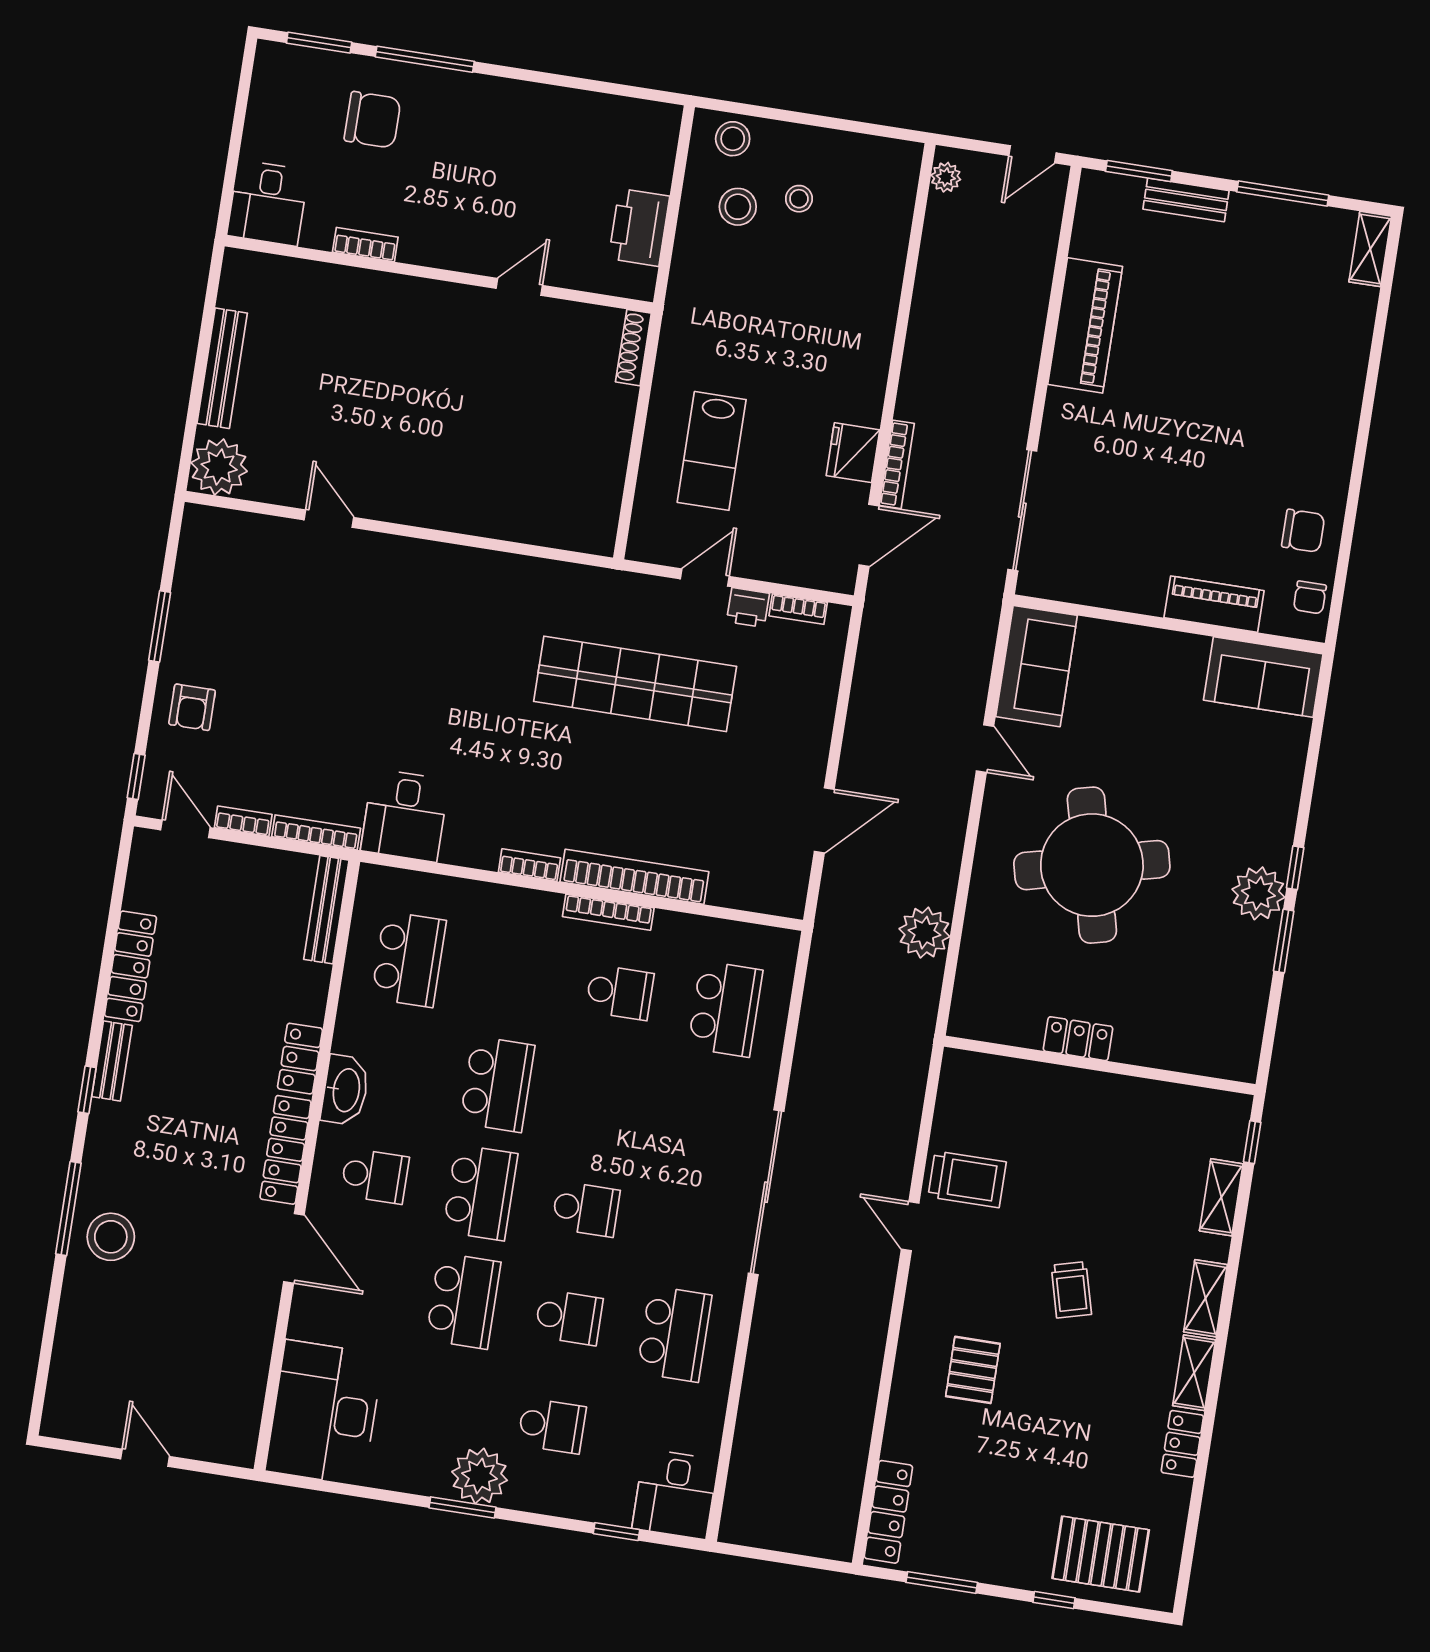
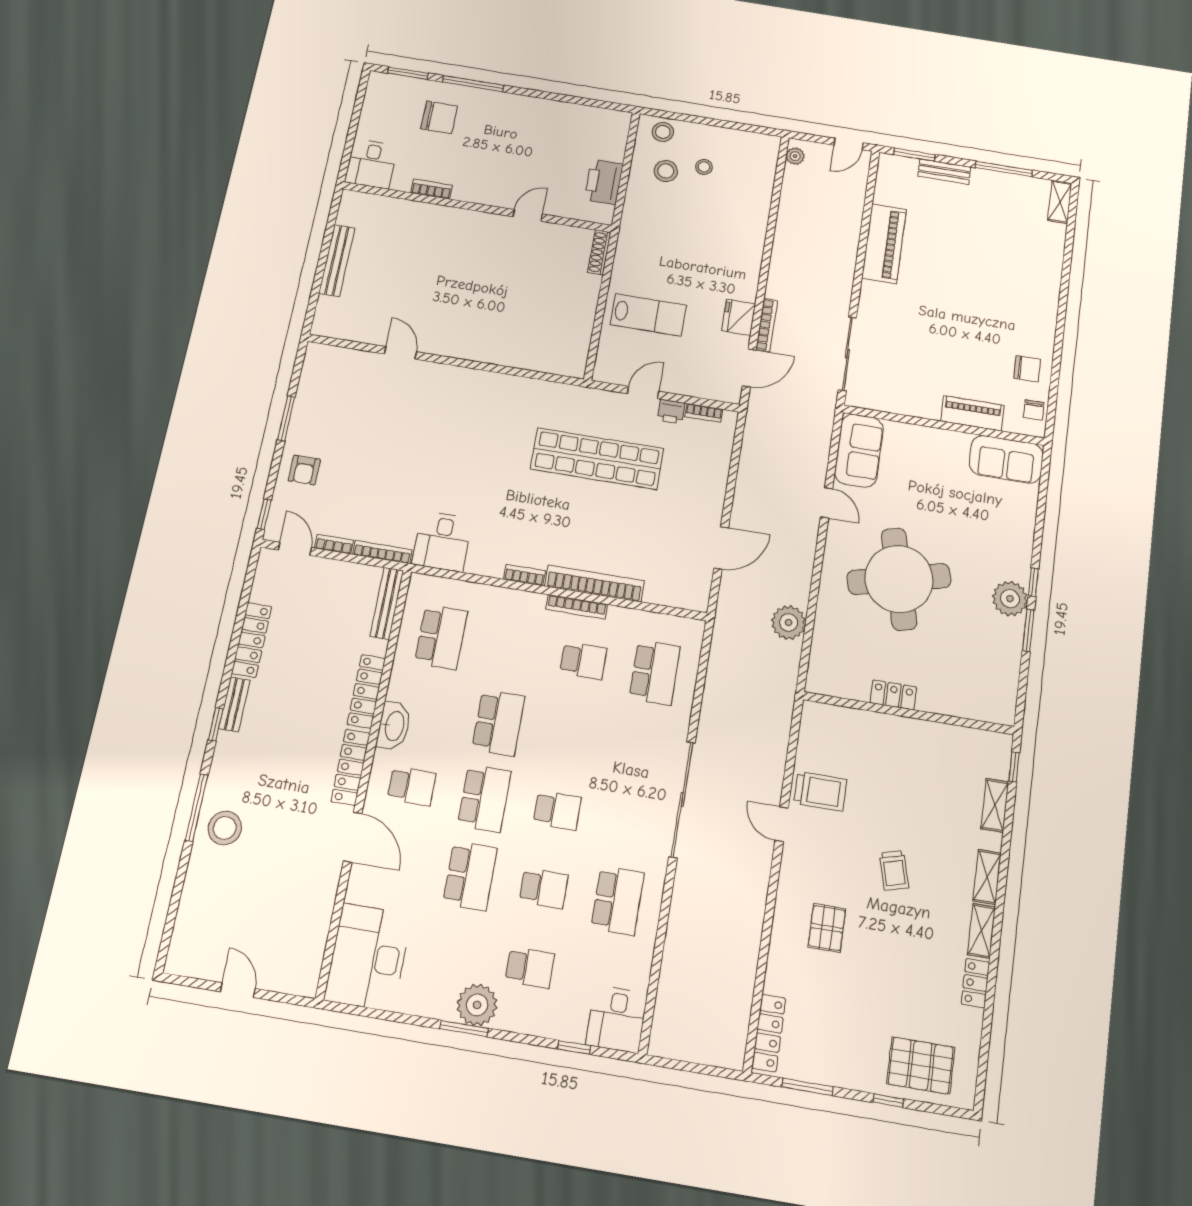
lab bench: (712, 451) -> (648, 315), turned -90
plant: (219, 467) -> (331, 320), removed
locker: (300, 1059) -> (366, 691), width x1.53

